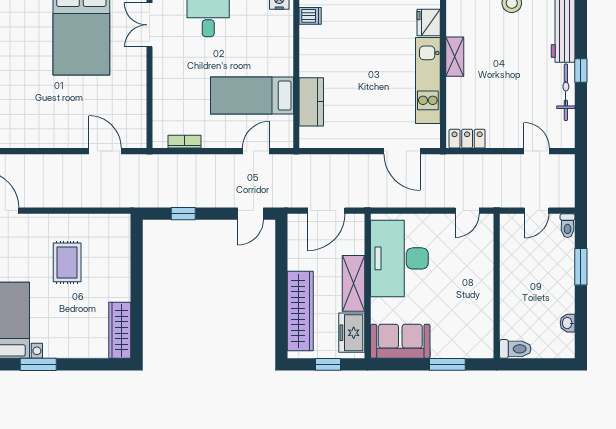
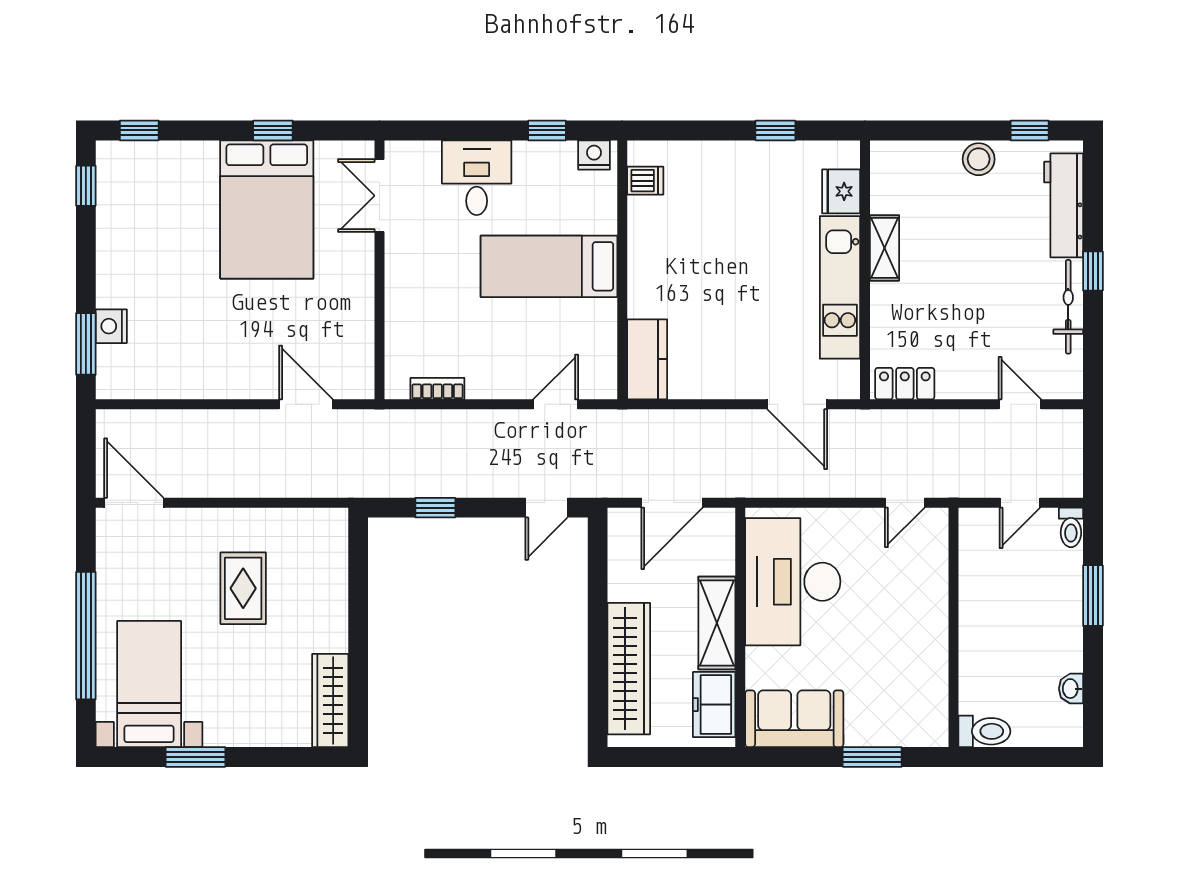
bed: (252, 96) -> (549, 266), moved
kitchen counter: (311, 102) -> (647, 359), moved
window: (328, 364) -> (675, 757), removed

